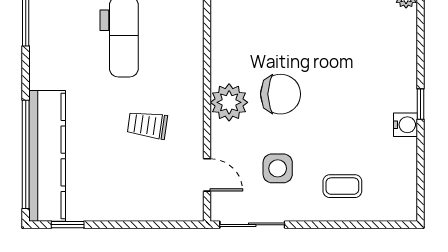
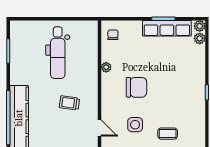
plant: (229, 102) -> (106, 67), moved, width x0.53, depth x0.53
water cooler: (405, 125) -> (199, 103), removed

